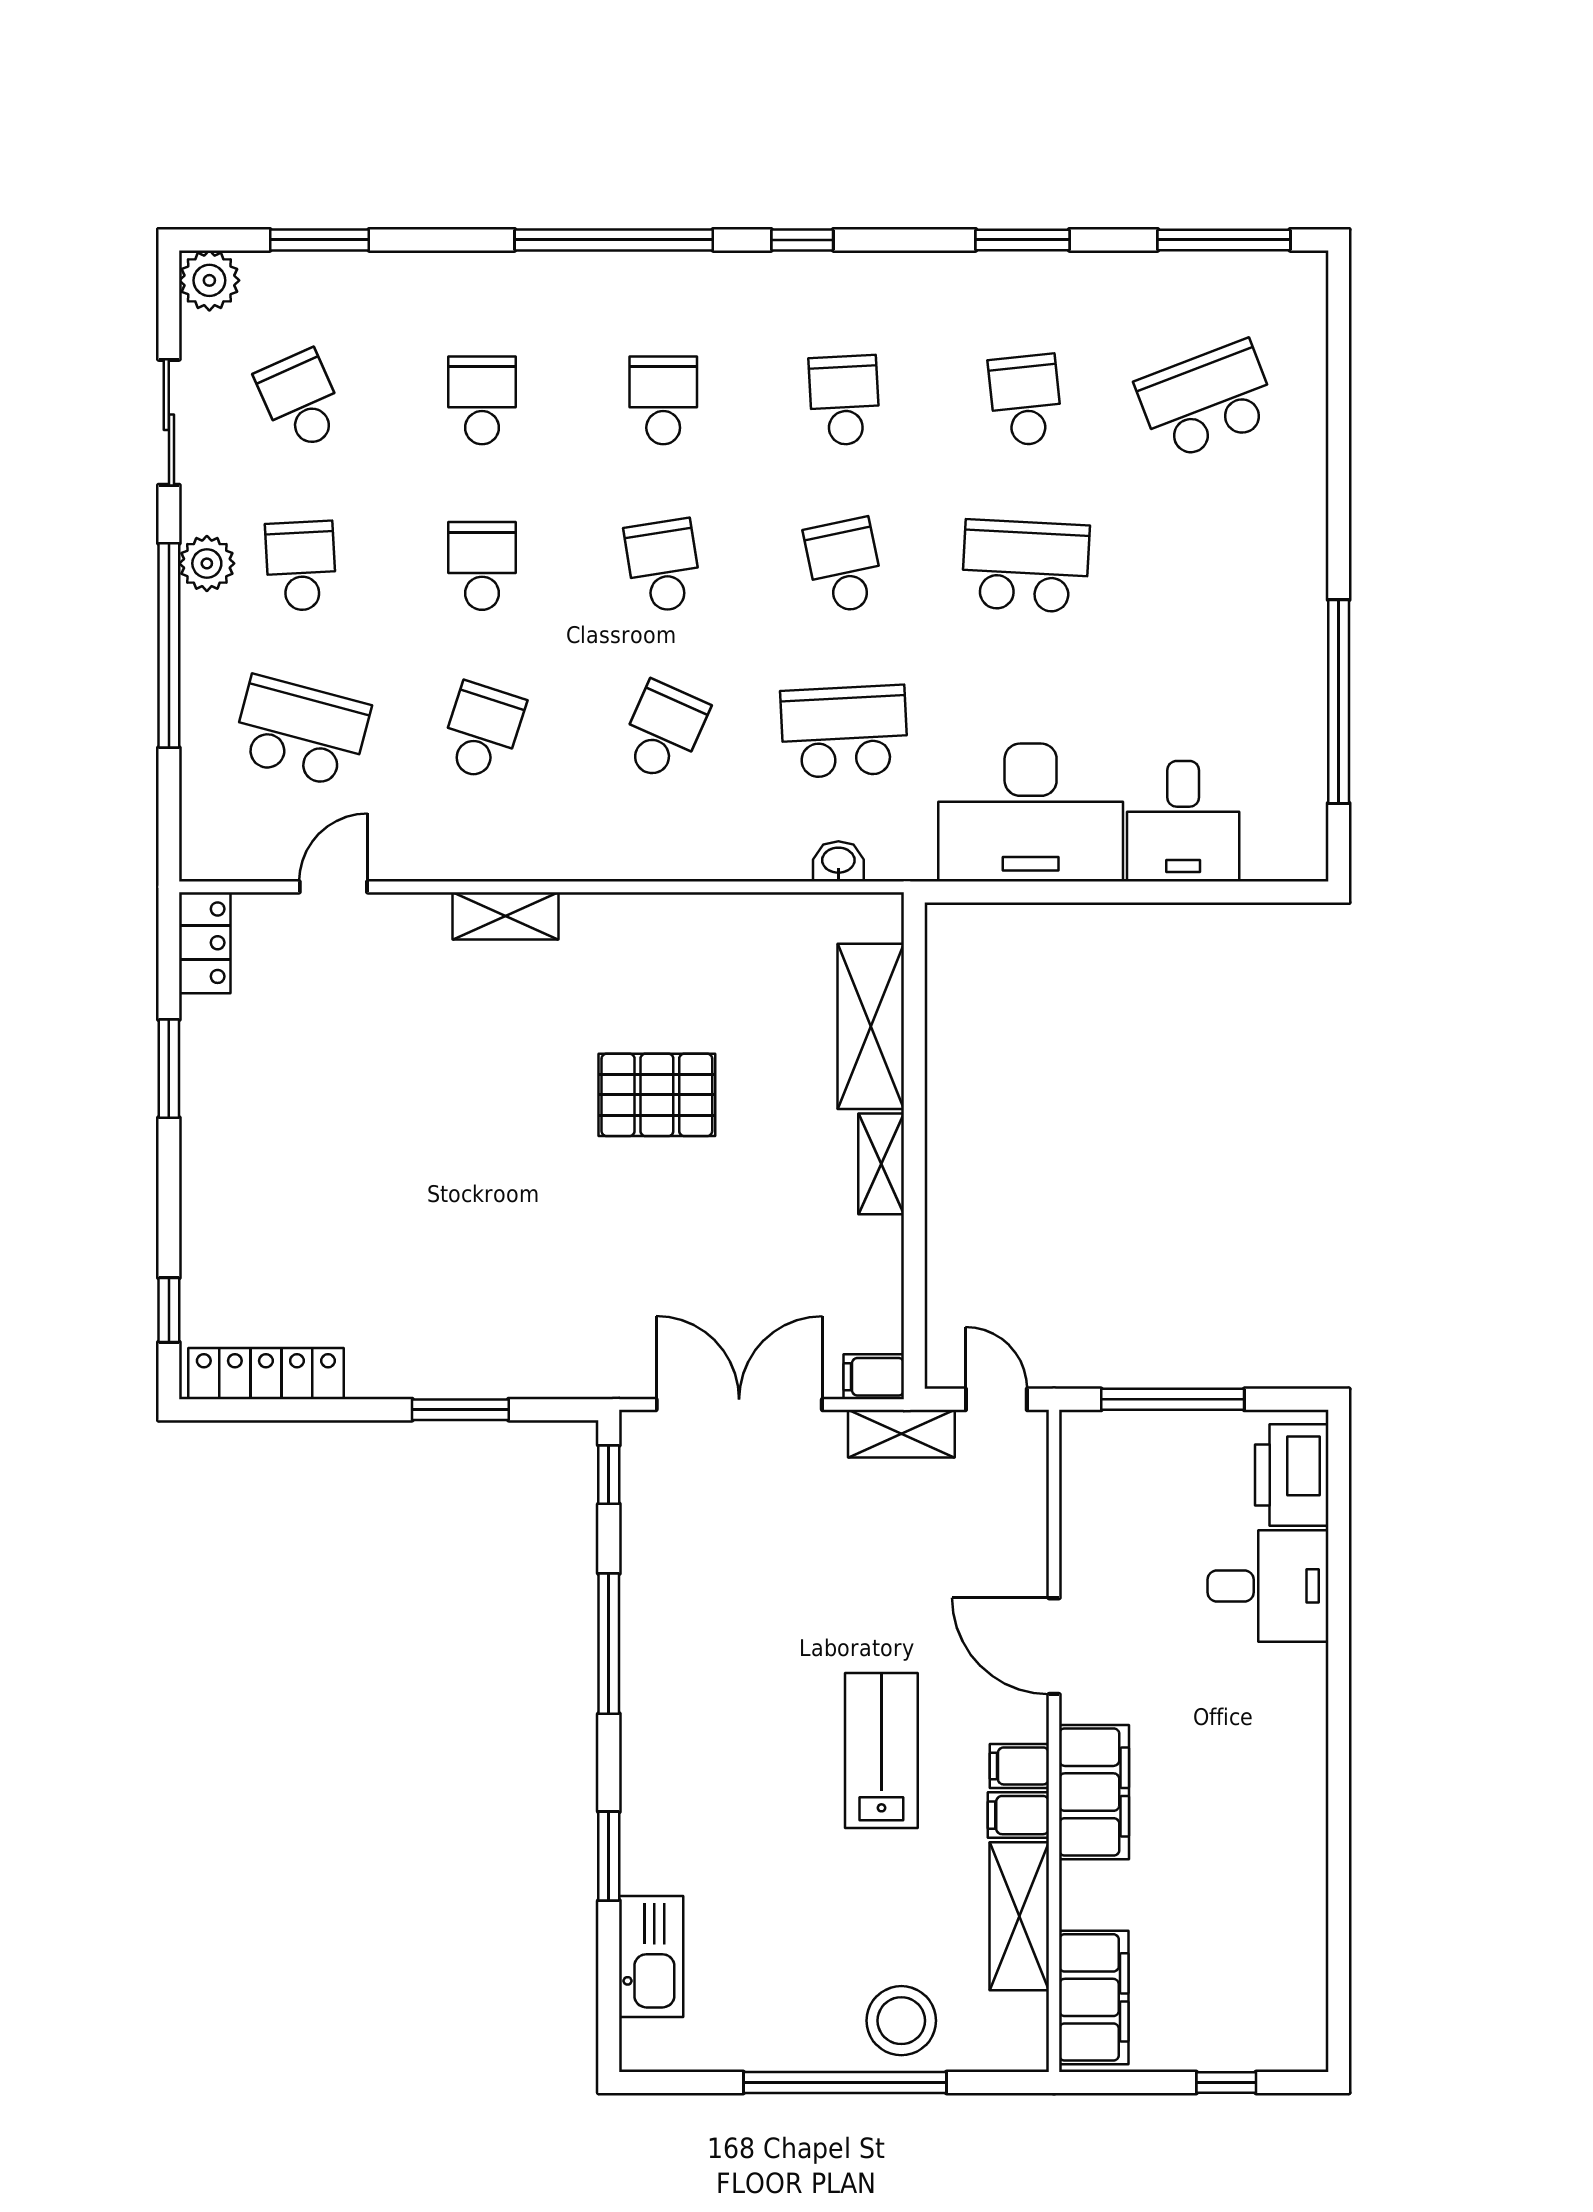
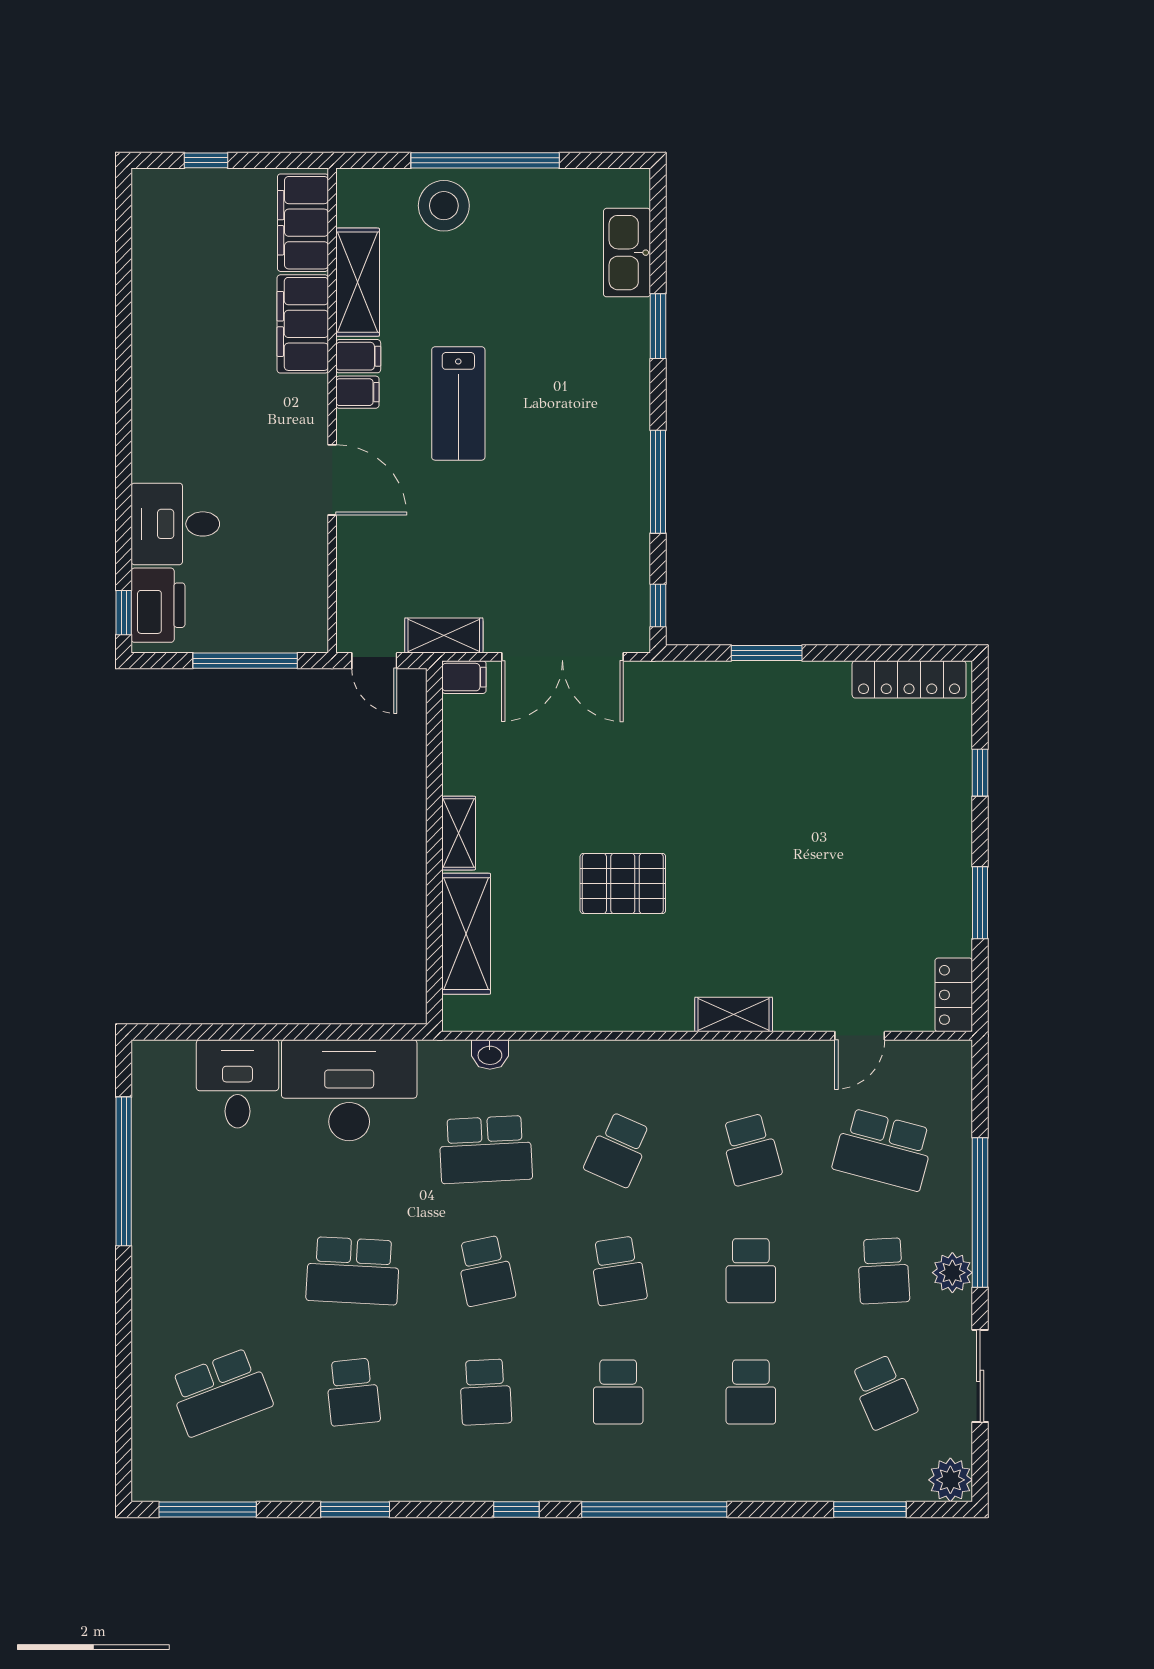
school desk: (482, 732) -> (751, 1149), turned -33
window: (169, 1310) -> (980, 773), moved
window: (1339, 1465) -> (124, 613), added
filing cabinet: (1094, 1792) -> (303, 324), moved

